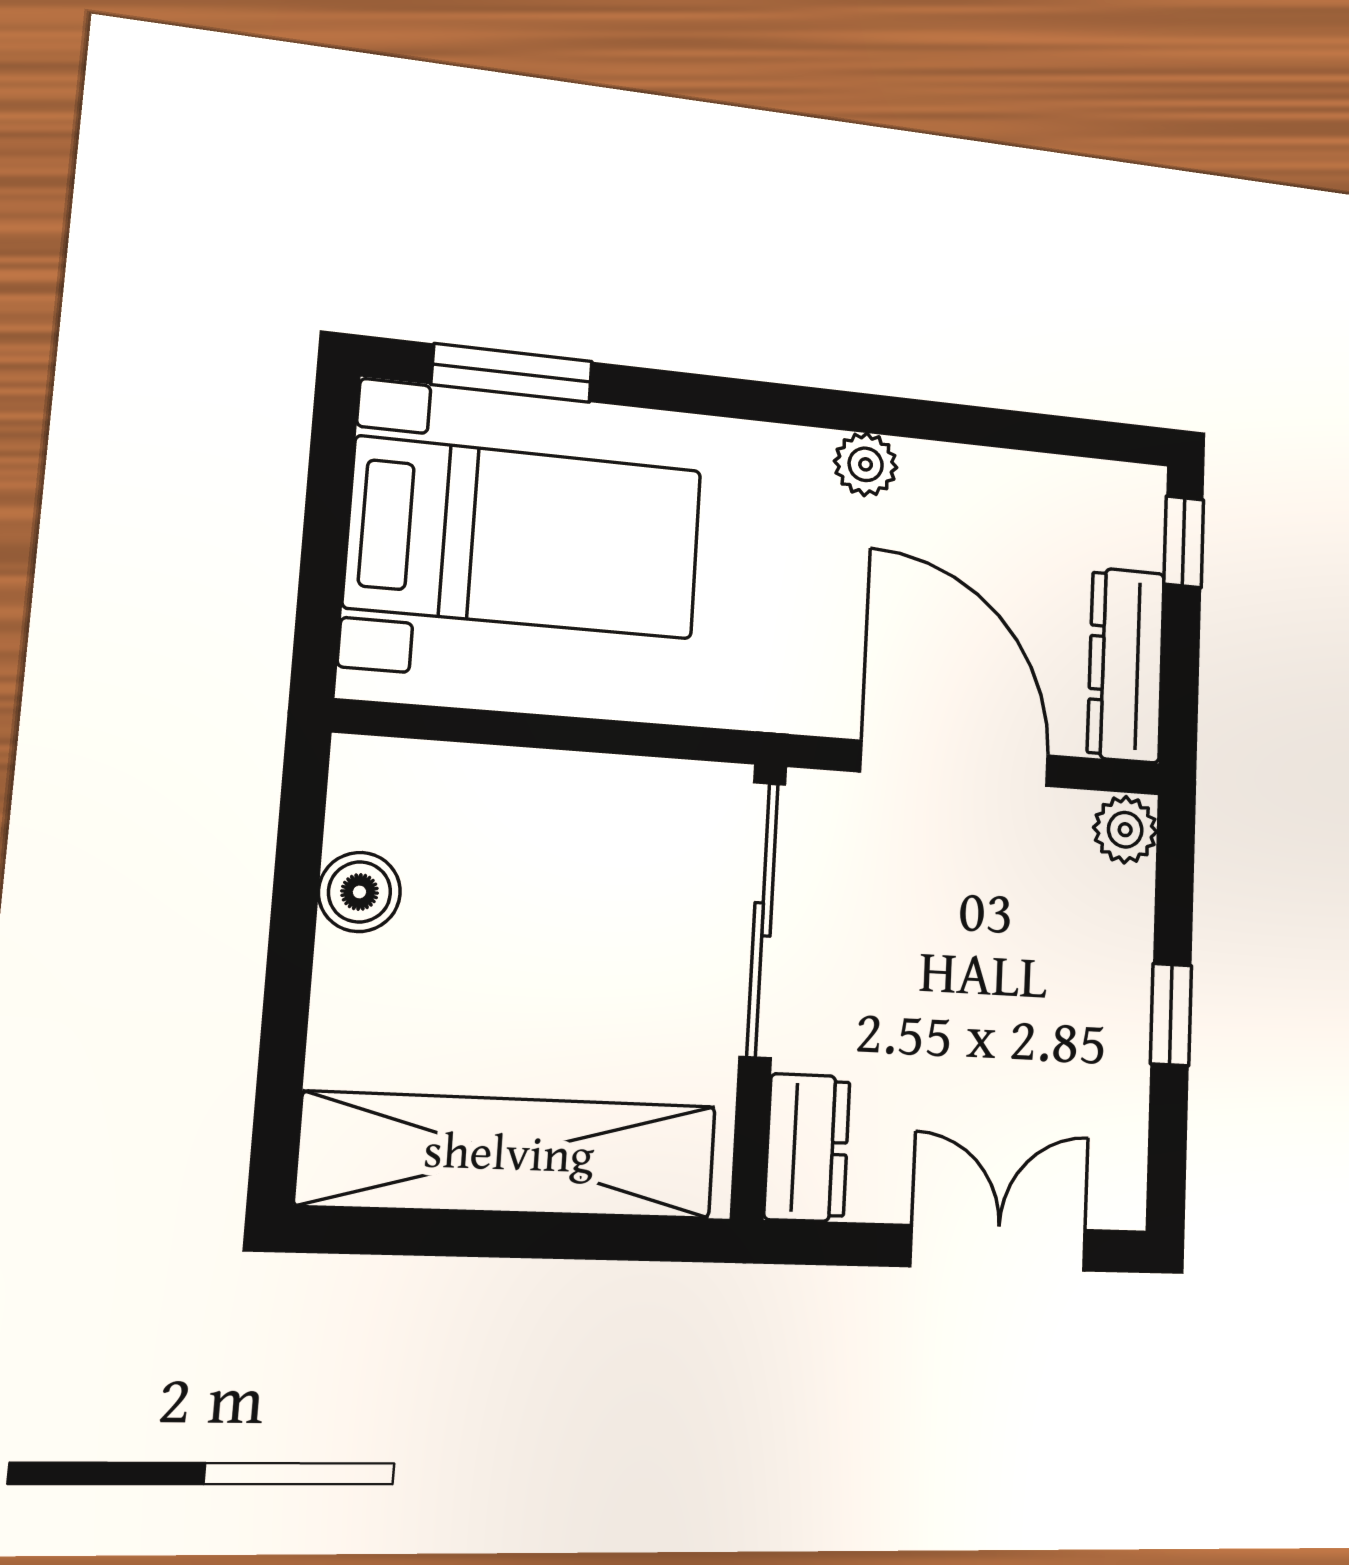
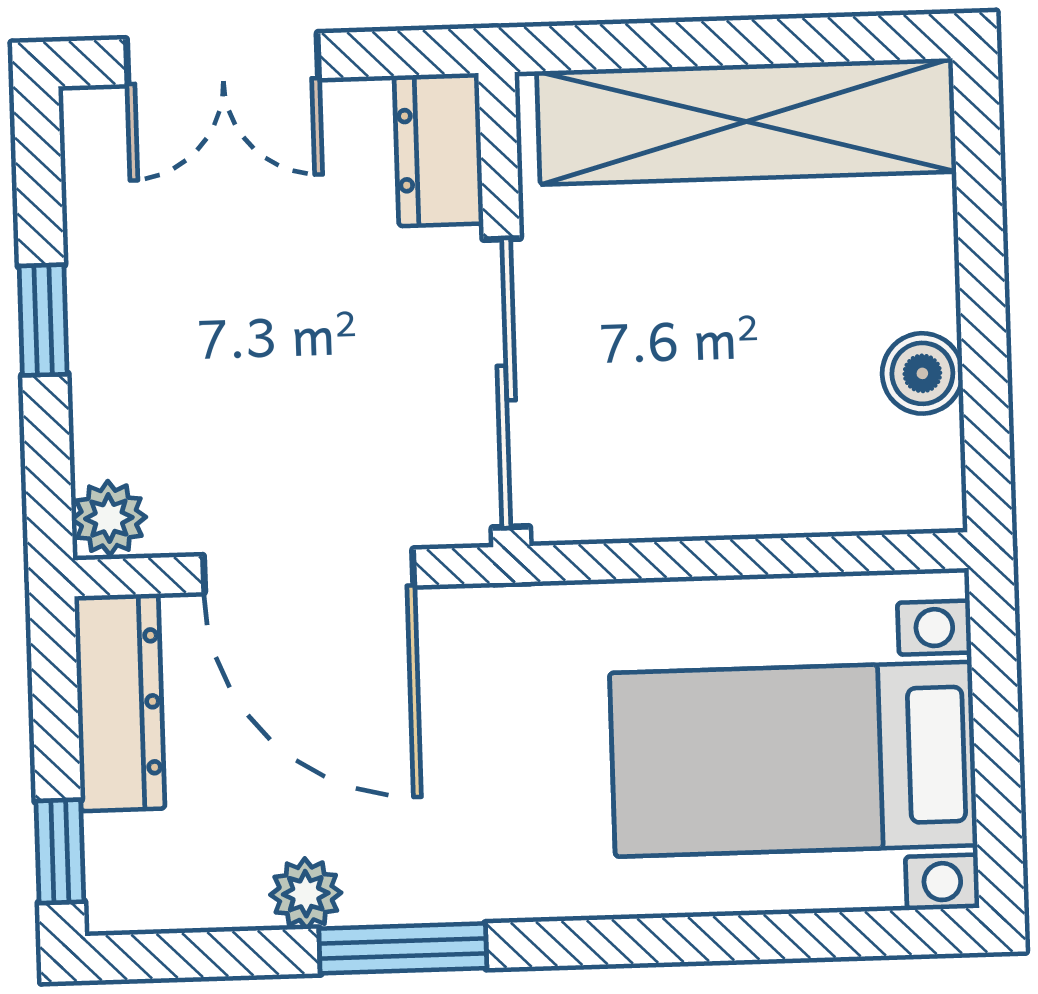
window: (512, 373) -> (403, 948), moved
plant: (866, 464) -> (306, 894), moved

